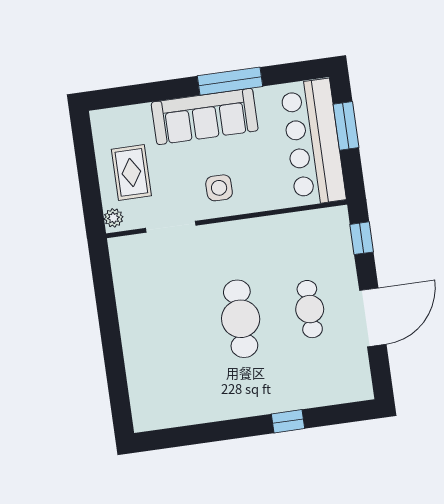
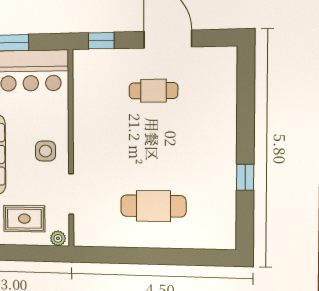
cafe table: (241, 319) -> (153, 206), moved
window: (288, 421) -> (245, 177), moved

